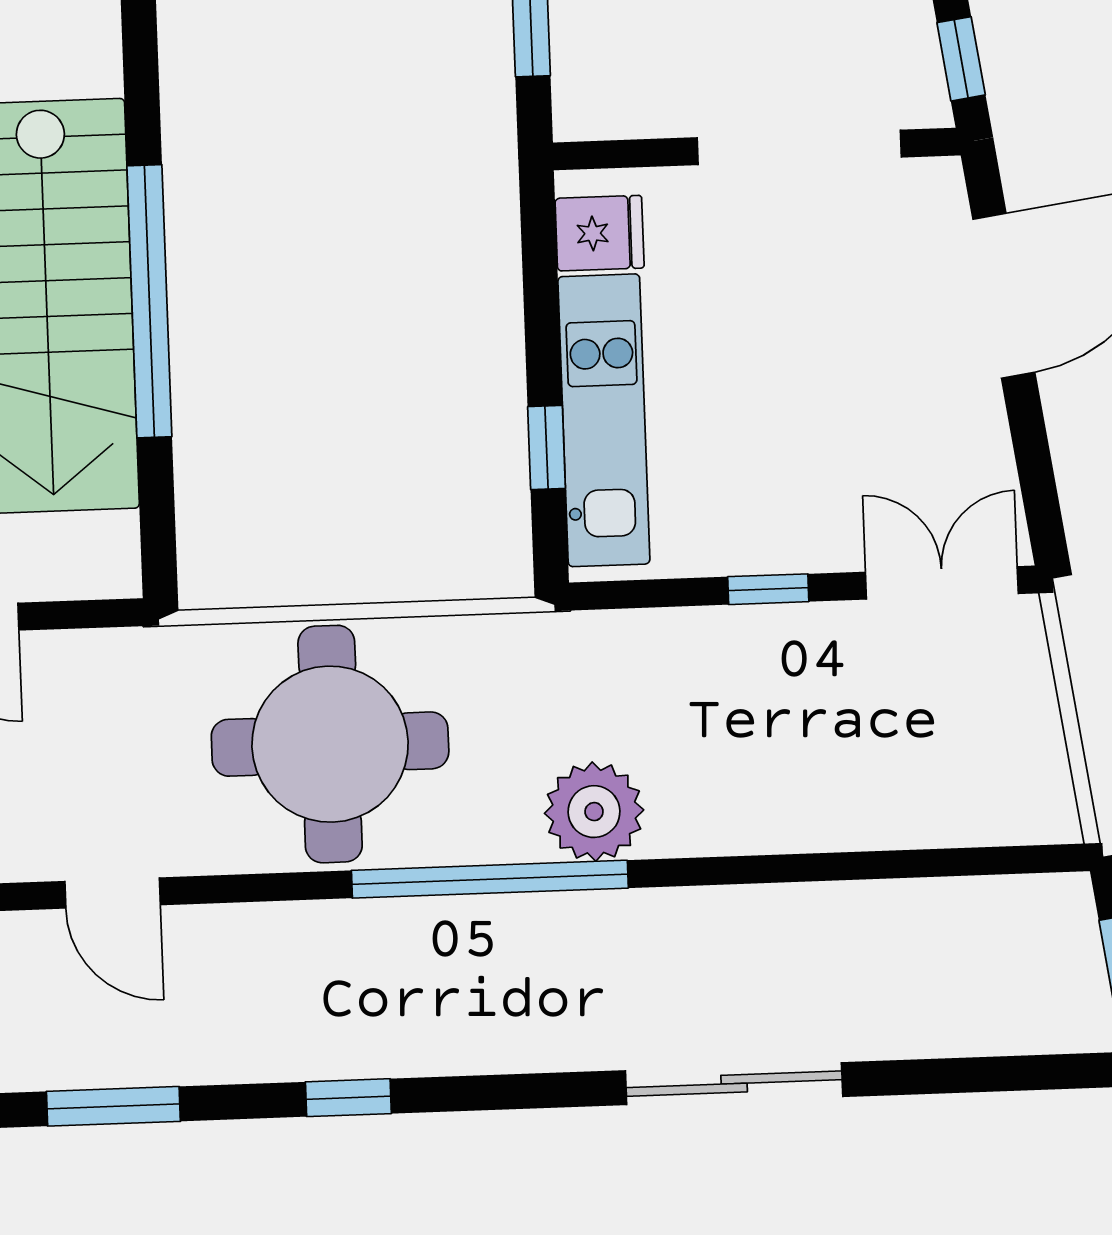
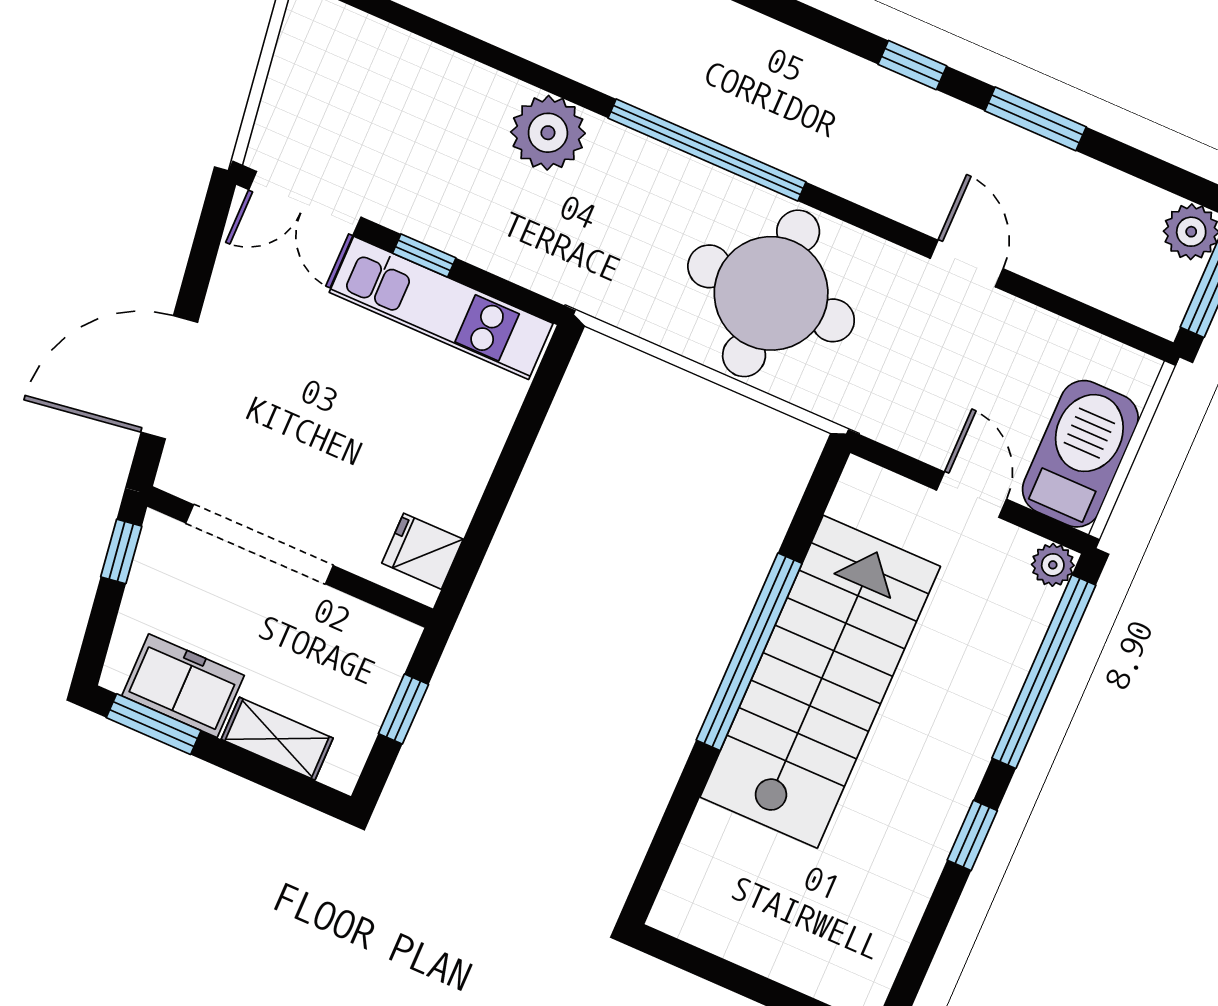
kitchen unit: (604, 420) -> (441, 308), moved, turned -90
window: (546, 447) -> (528, 424), removed
plant: (594, 812) -> (548, 133), moved
window: (348, 1098) -> (912, 65), moved

